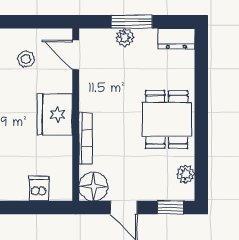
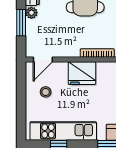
plant: (125, 37) -> (31, 13), moved

